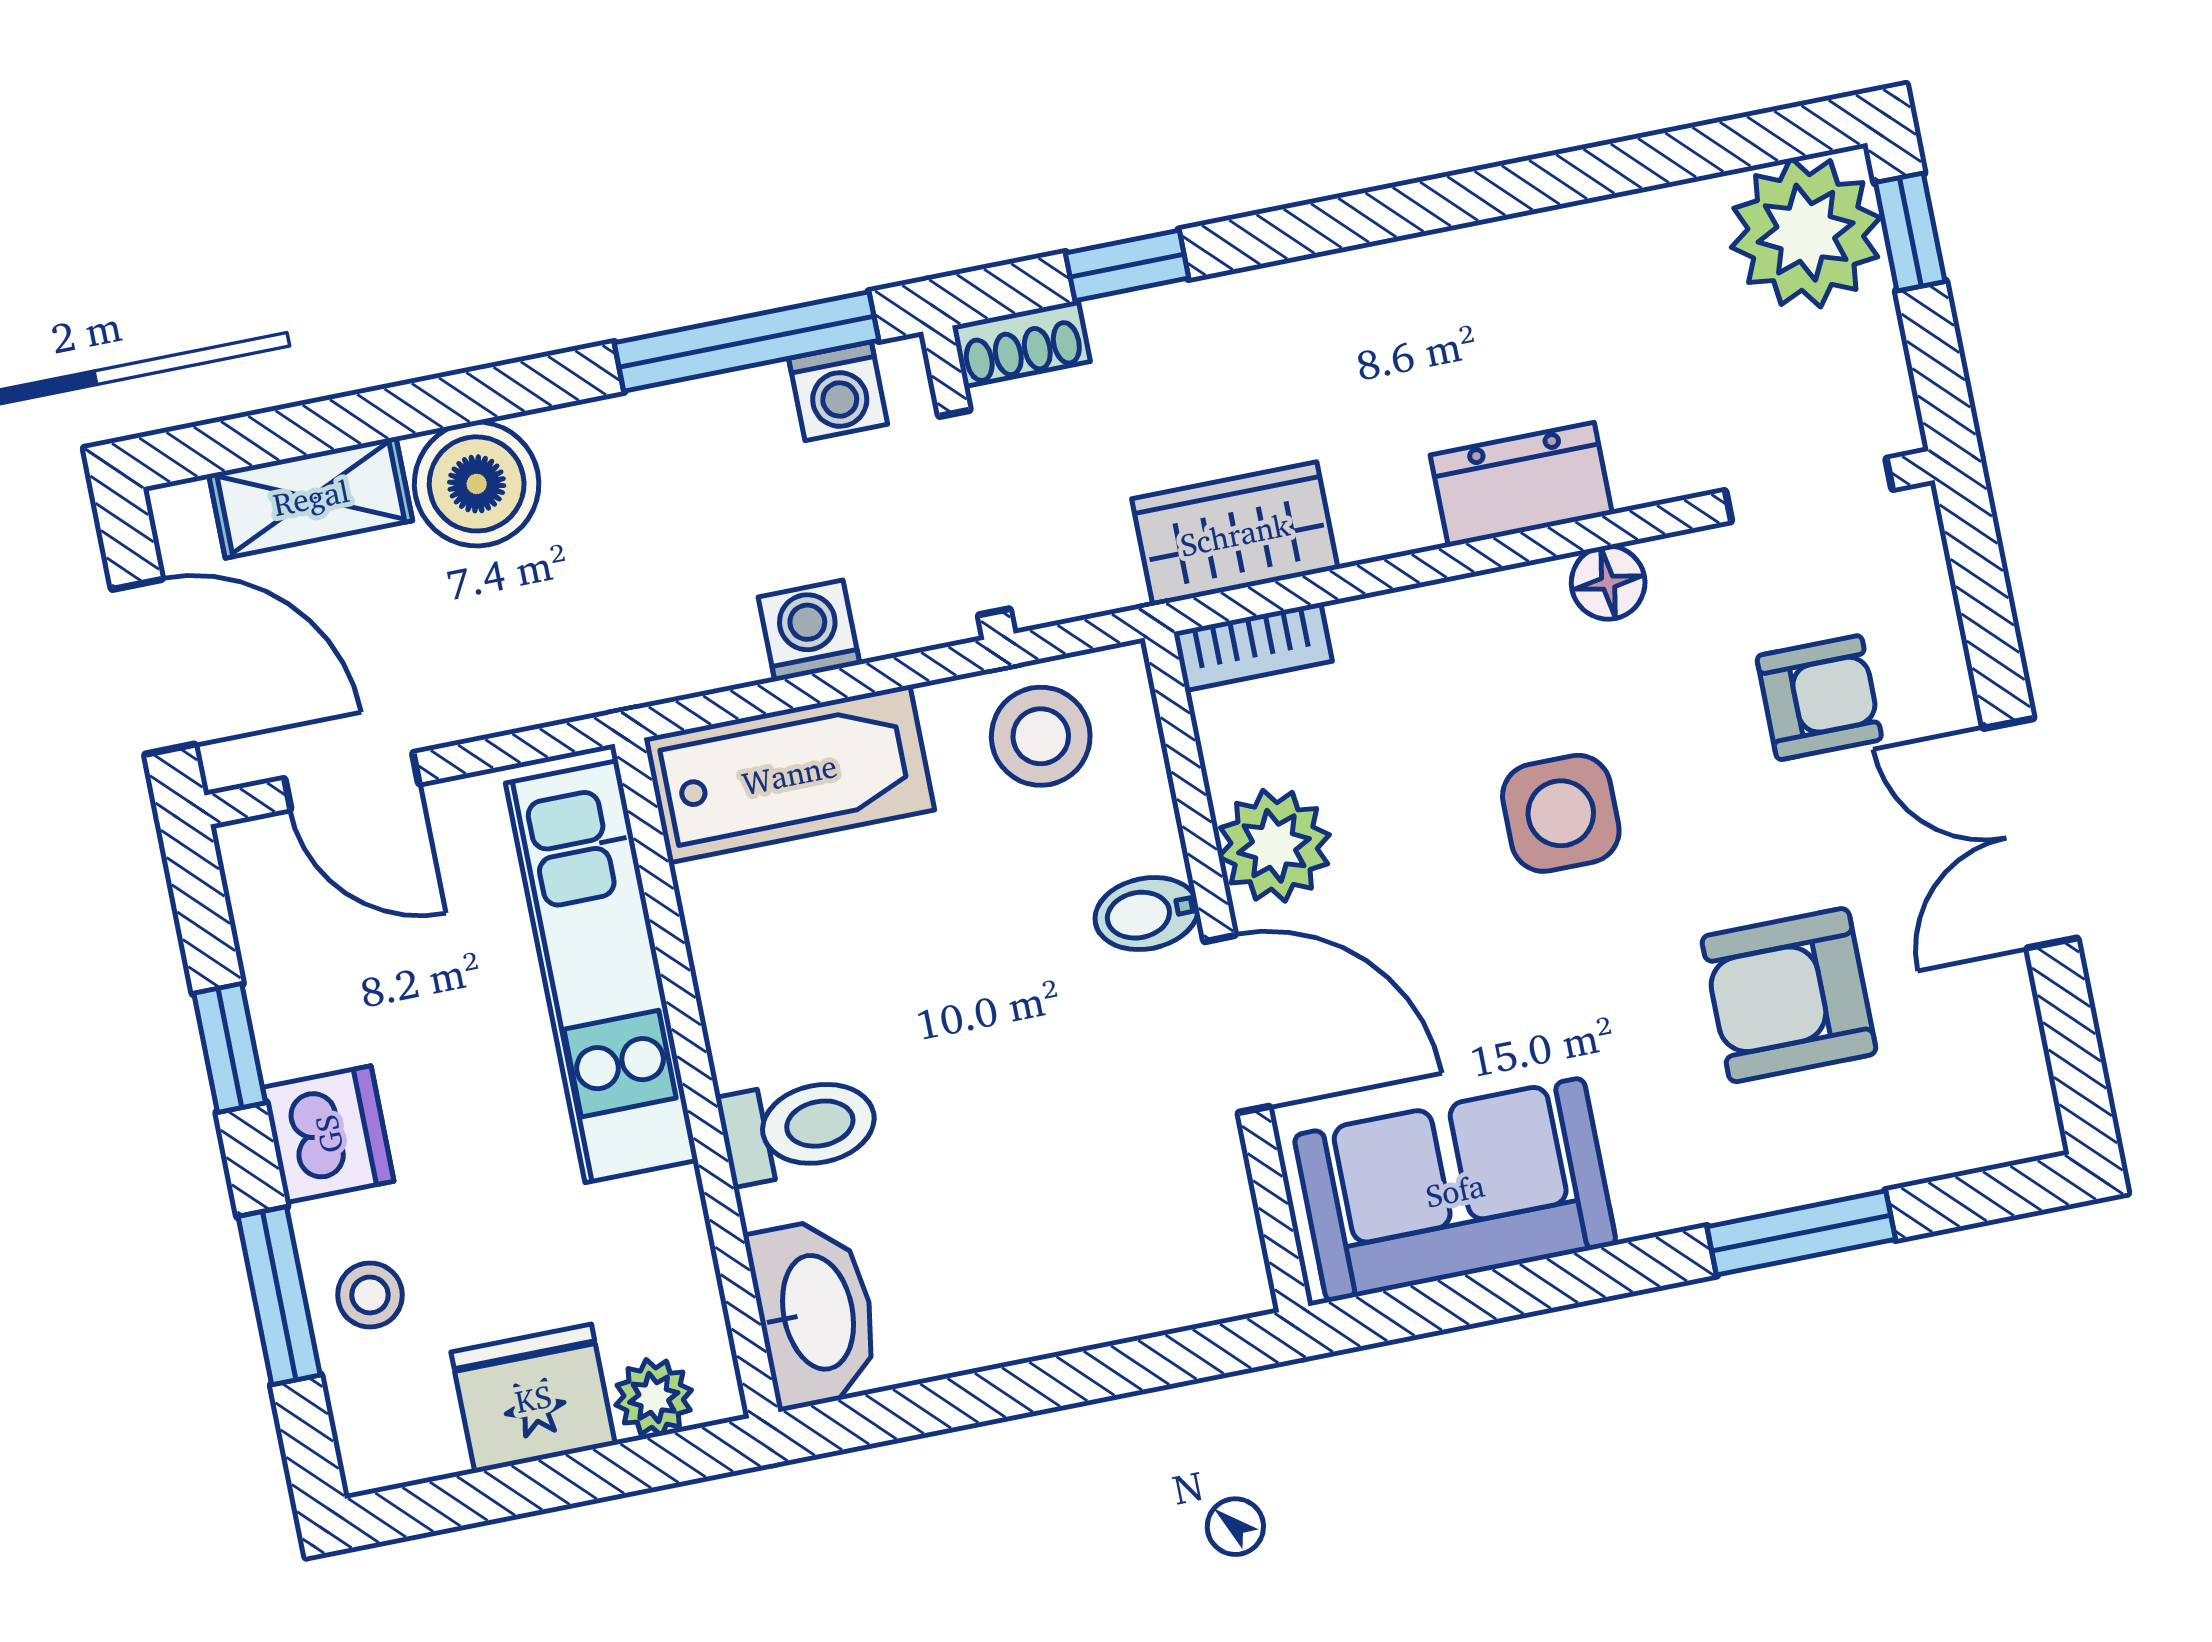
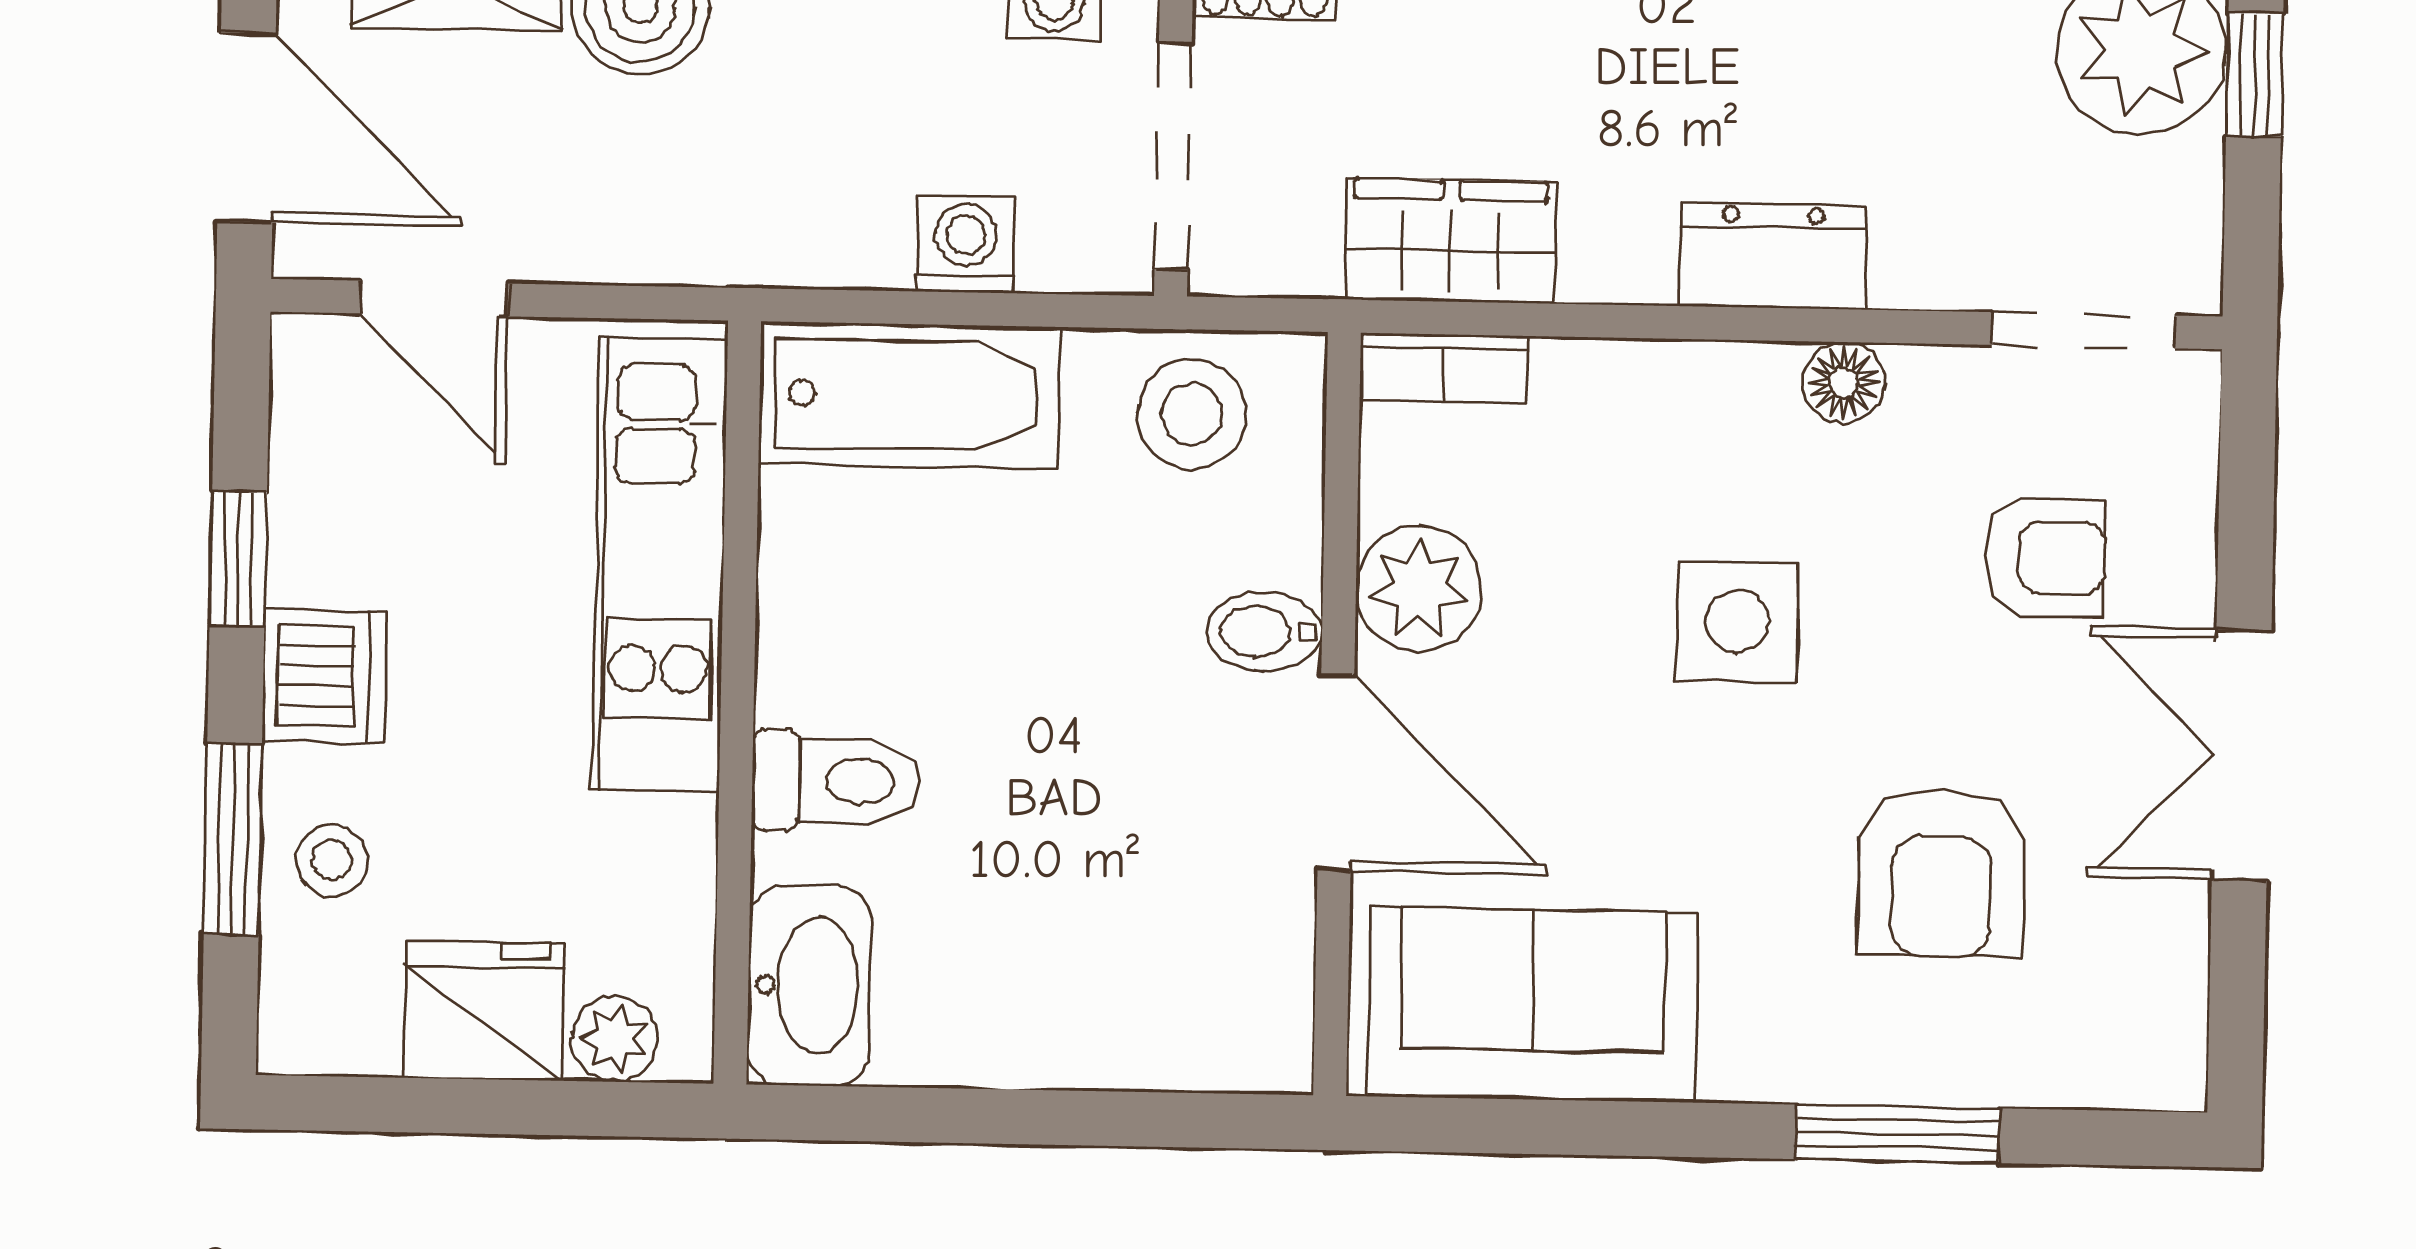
armchair: (1789, 995) -> (1941, 873), turned -90

